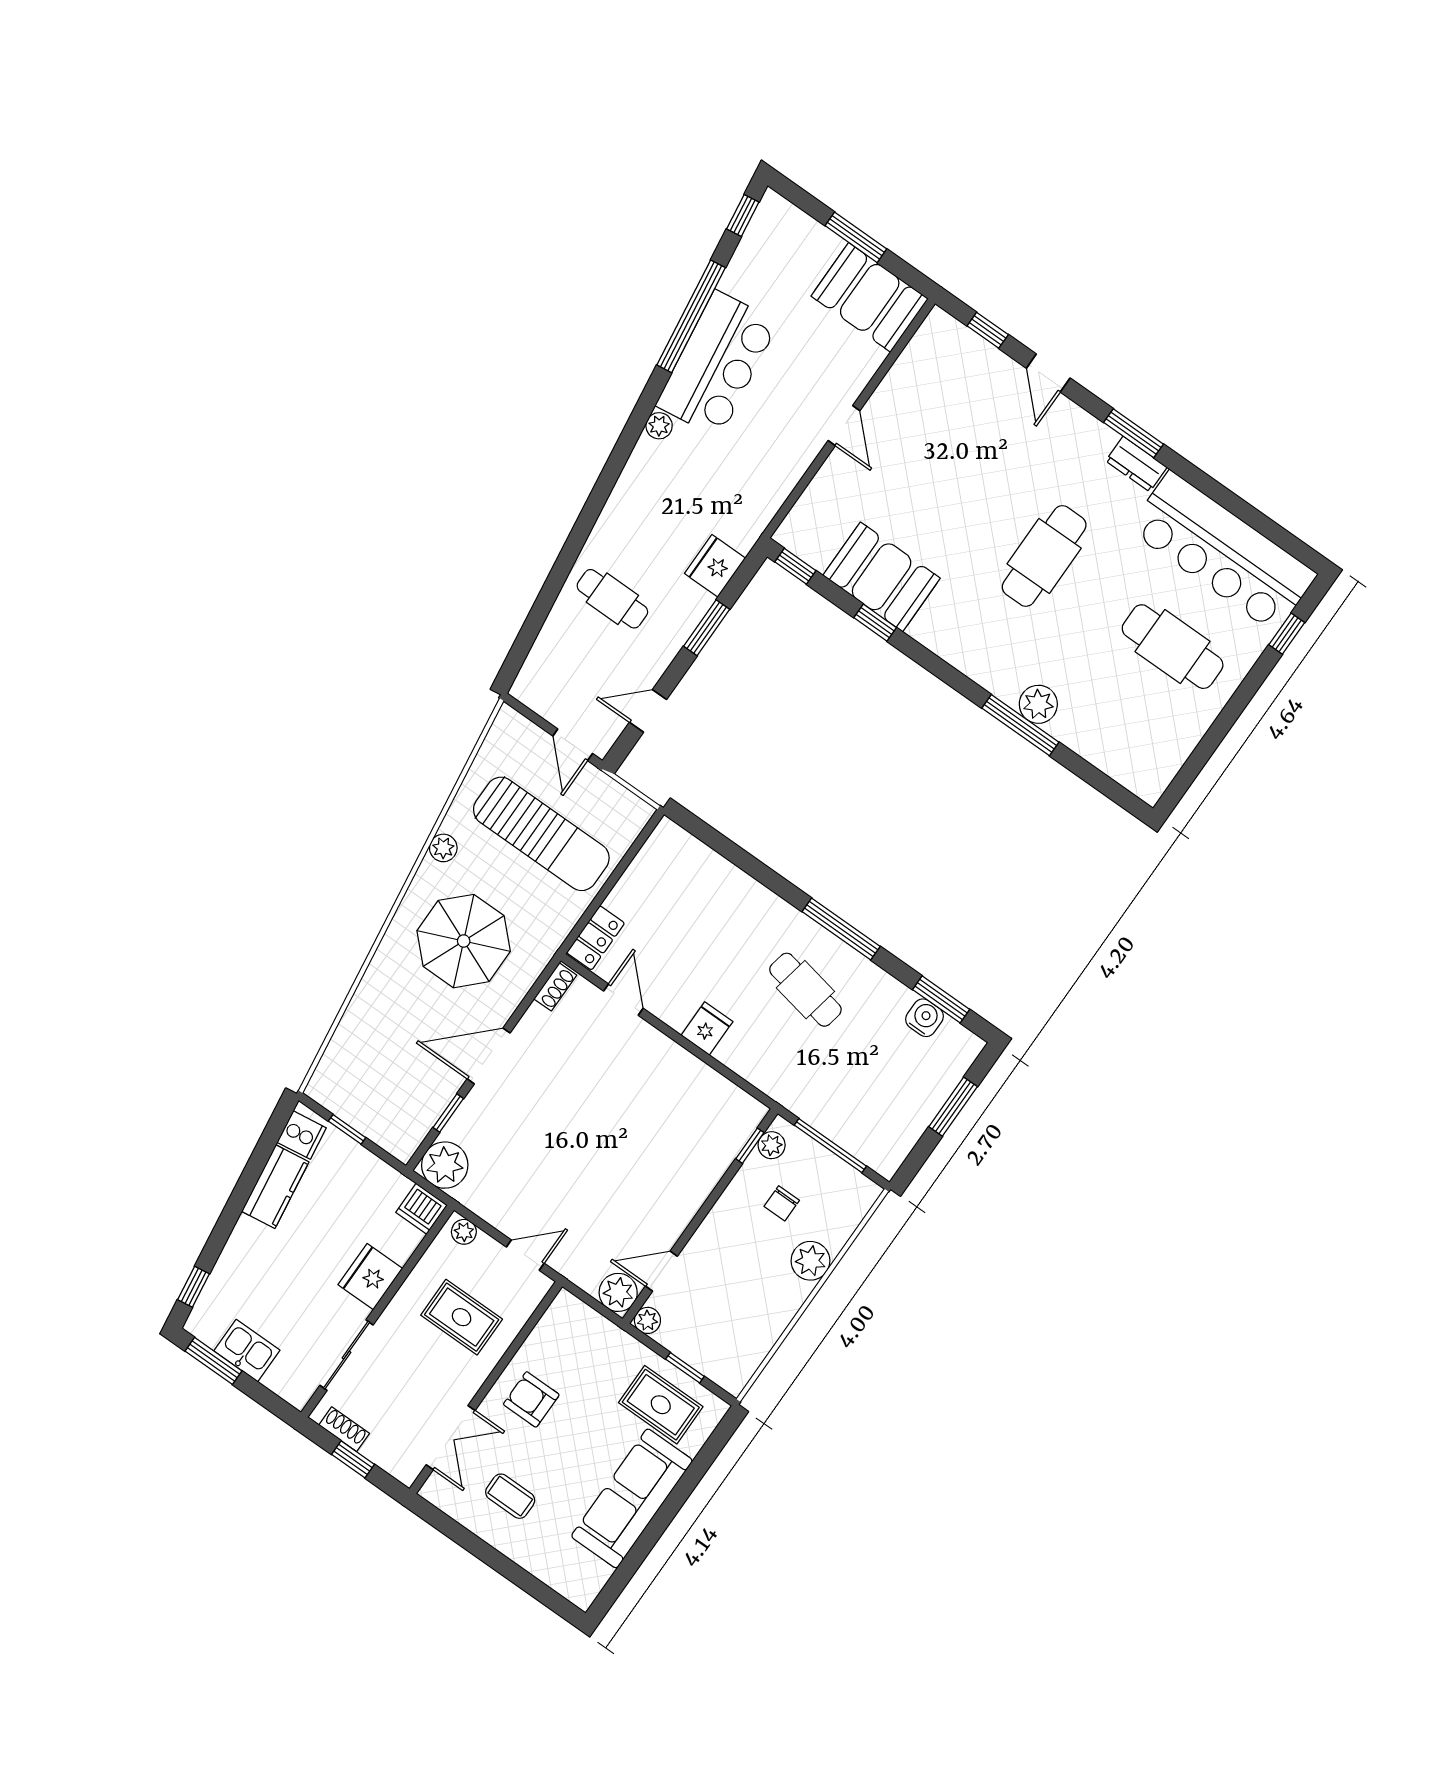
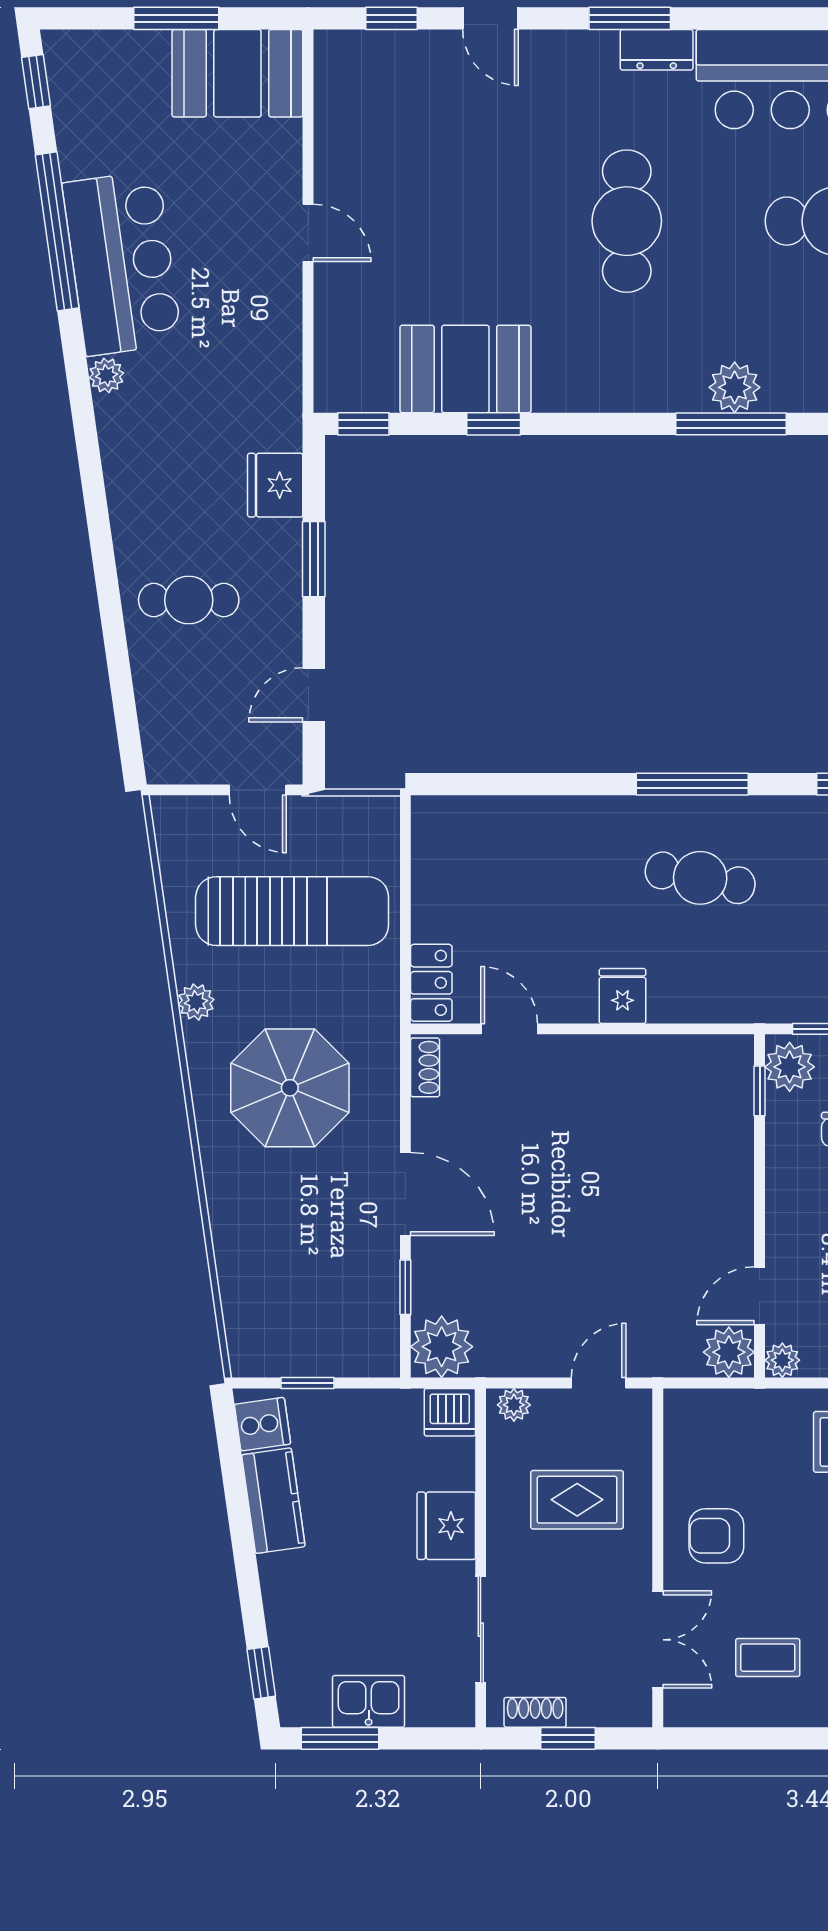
door: (489, 1056) -> (405, 1194), swing flipped
plant: (772, 1145) -> (790, 1067), width x1.38, depth x1.38

